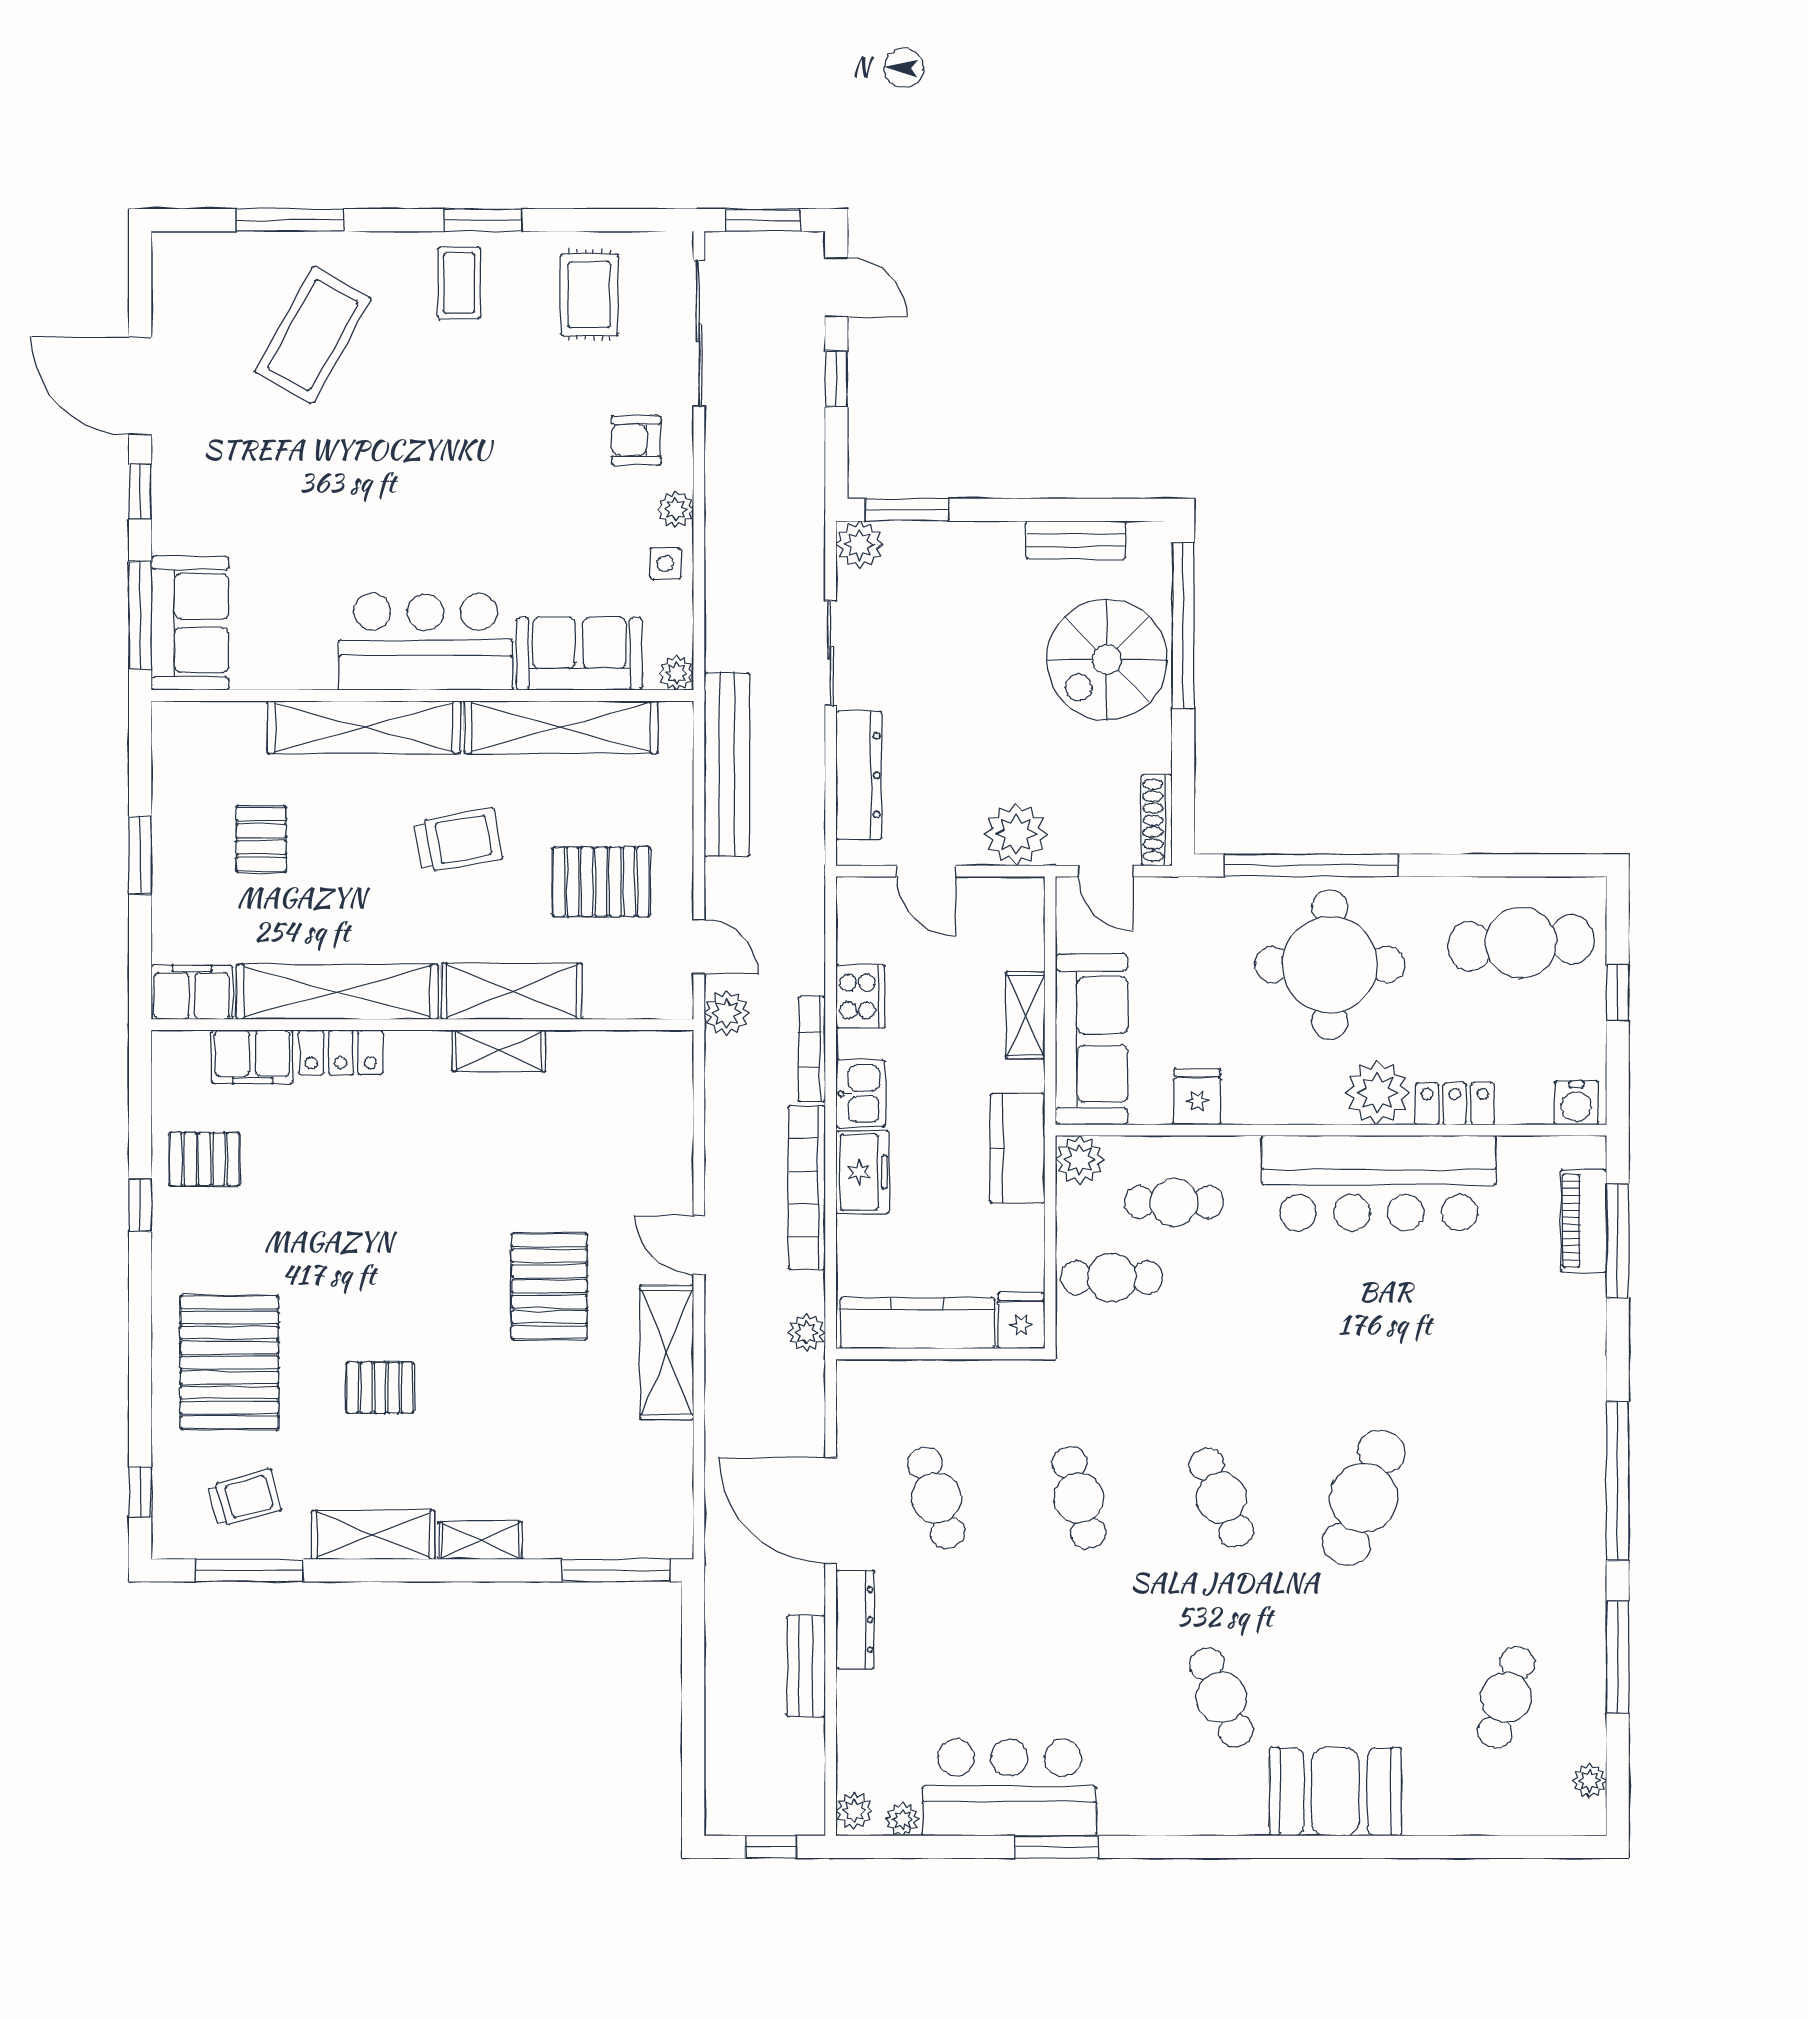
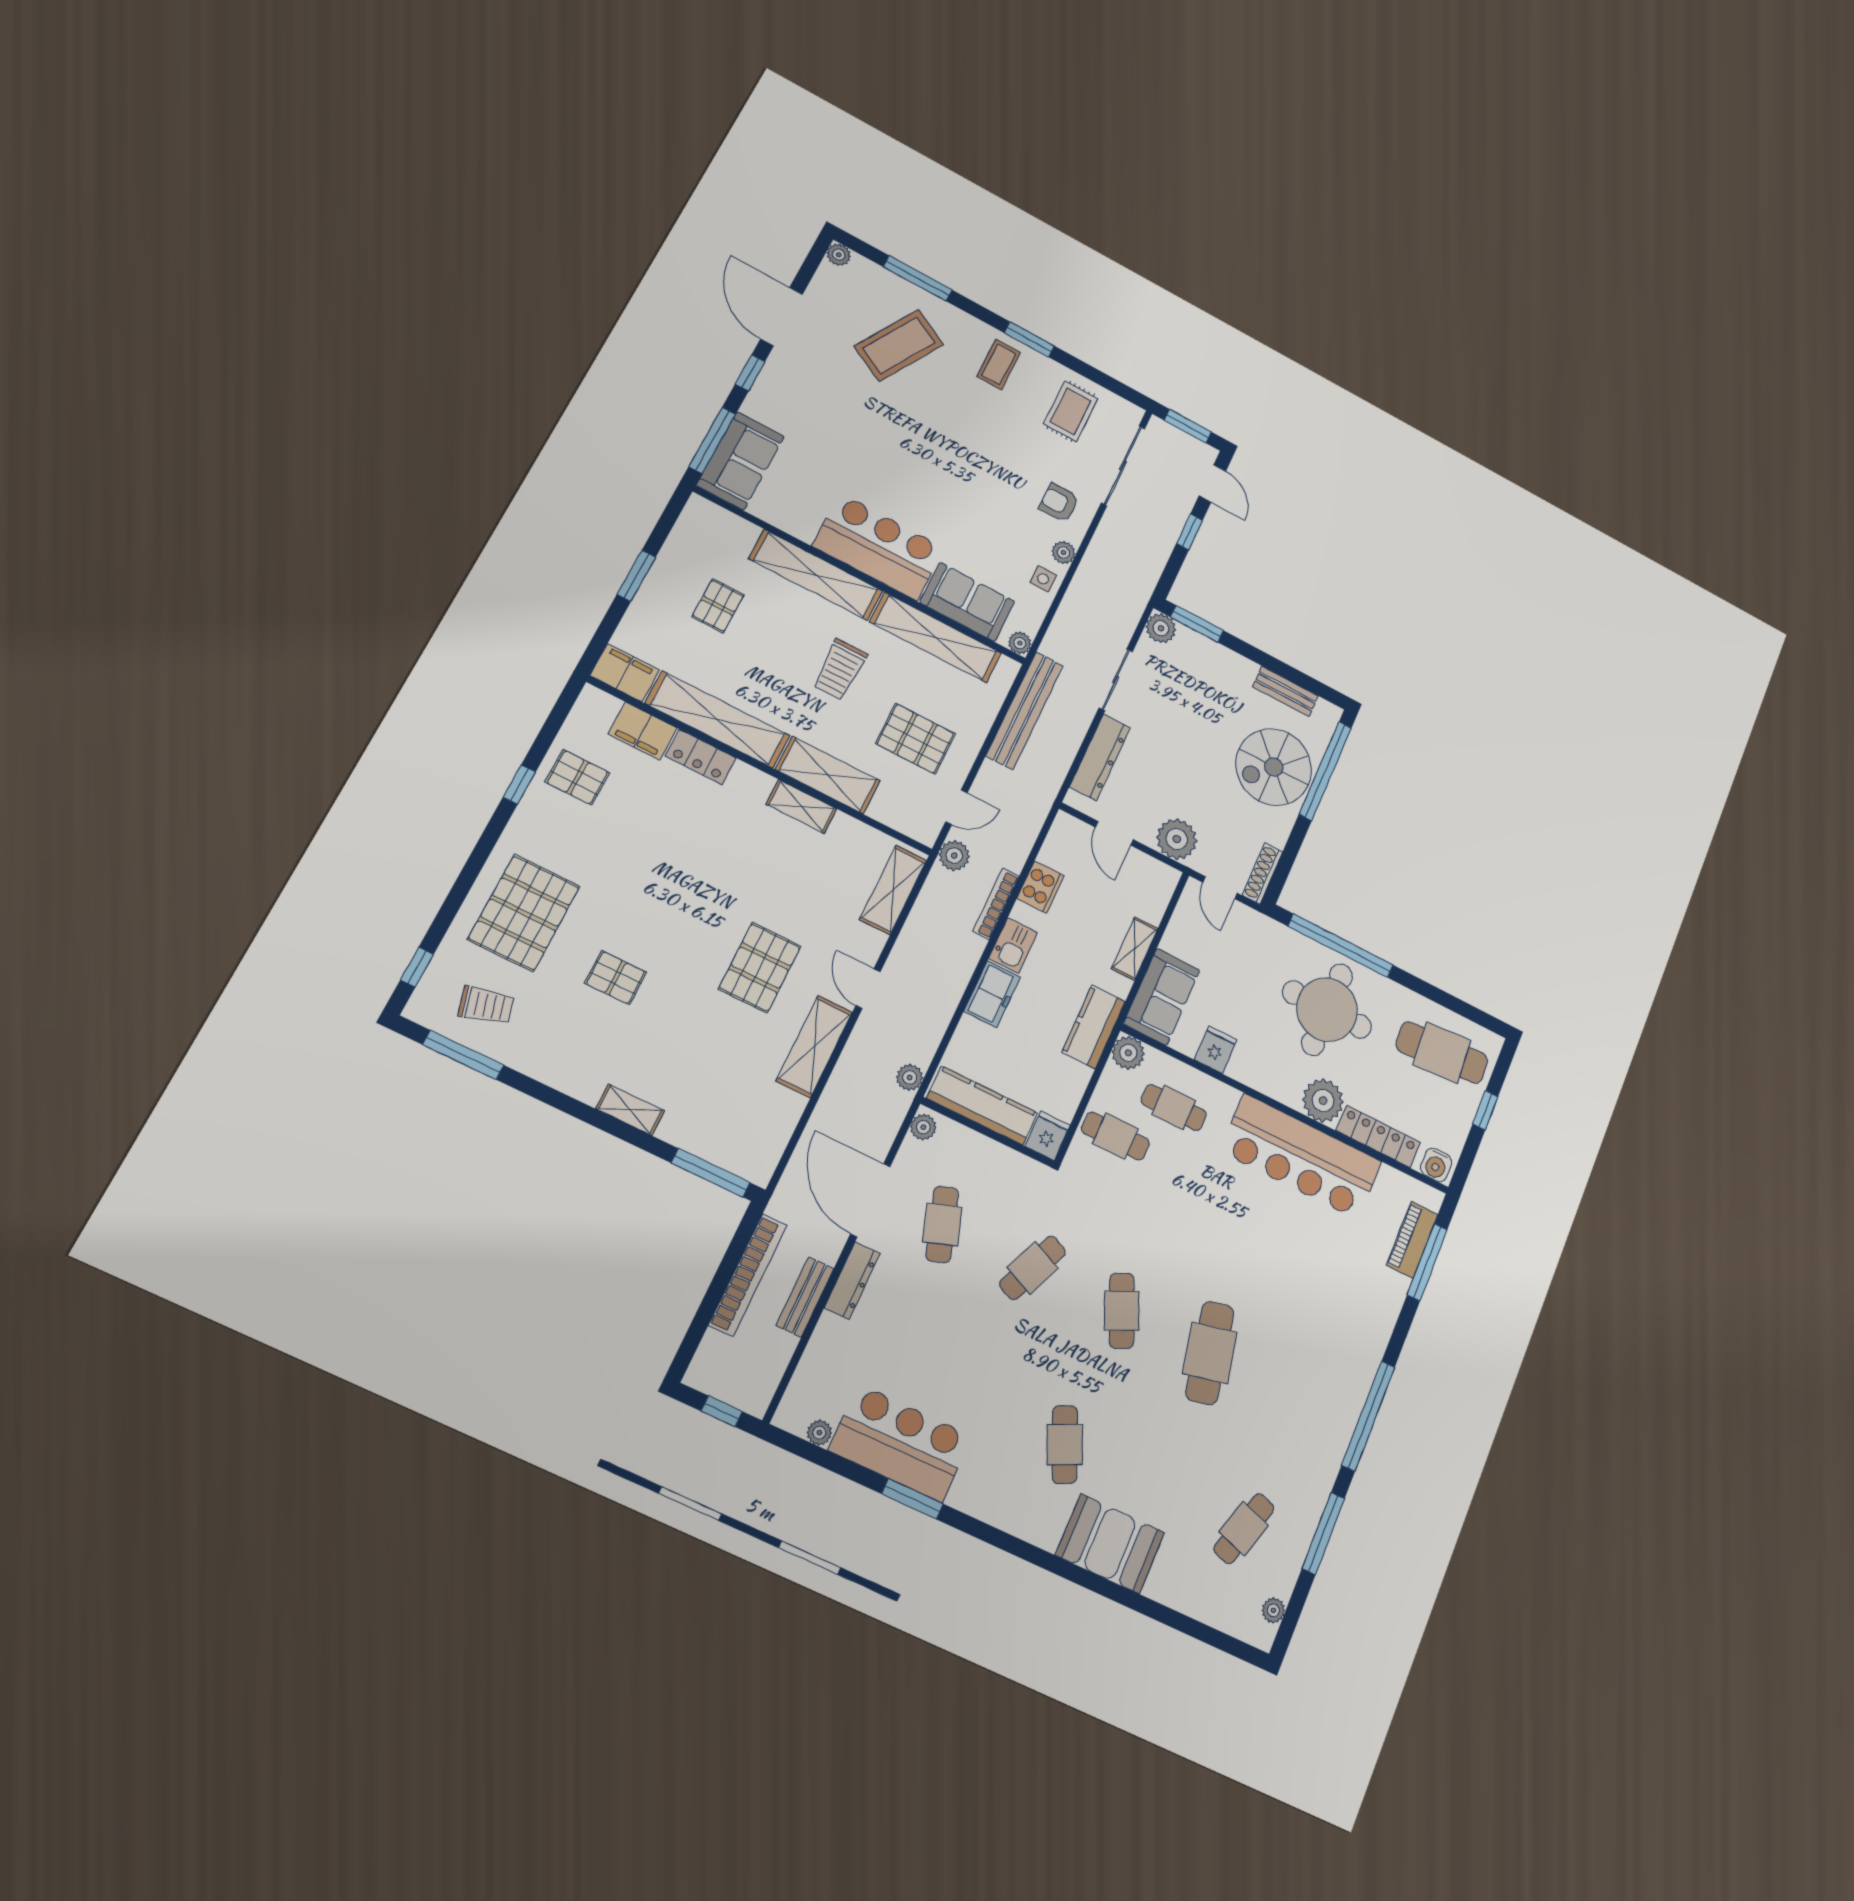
plant: (169, 249) -> (839, 255), added
trolley: (458, 840) -> (840, 669), turned 100
door: (699, 947) -> (956, 807), hinge flipped
sofa: (1092, 1039) -> (1162, 997), width x0.73
locker: (1455, 1104) -> (1378, 1136), width x1.53
bookcase: (807, 1187) -> (748, 1275), moved, turned 180
cafe table: (1079, 1498) -> (1033, 1268), turned 39
cafe table: (1364, 1498) -> (1210, 1353), turned -33
shelving: (373, 1535) -> (893, 890), moved, turned 90
plant: (854, 1811) -> (923, 1127), moved

